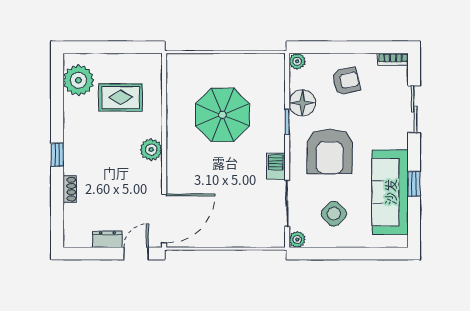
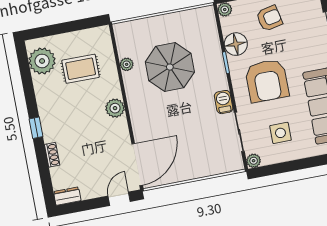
plant: (174, 102) -> (127, 64), added
side table: (334, 214) -> (280, 133), turned 45
dresser: (107, 239) -> (67, 196), moved

